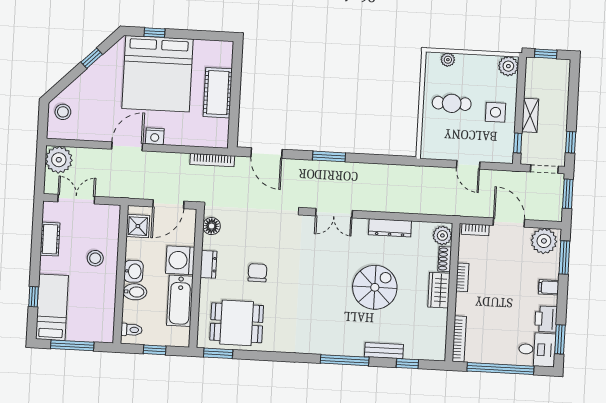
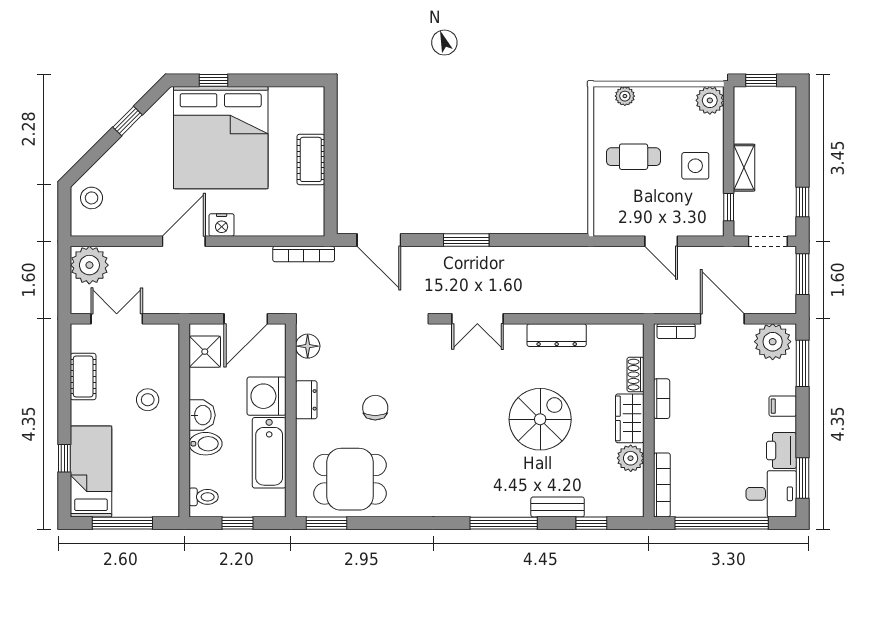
cot: (218, 93) -> (311, 159), width x0.73, depth x0.75
plant: (442, 235) -> (631, 458), moved

